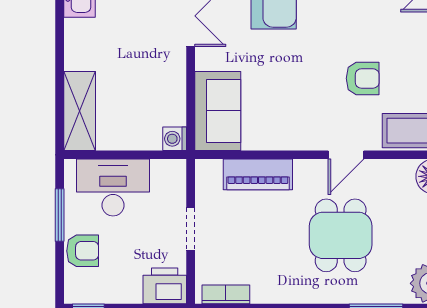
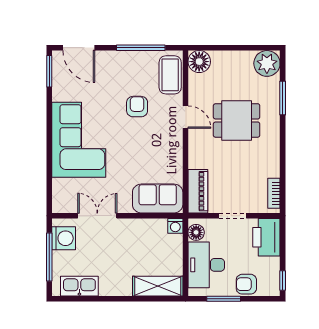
floor lamp: (164, 172) -> (196, 232), added
piano: (258, 174) -> (198, 191), moved
armchair: (83, 251) -> (246, 284), turned -90
printer: (165, 286) -> (266, 237), width x1.37, depth x1.19

